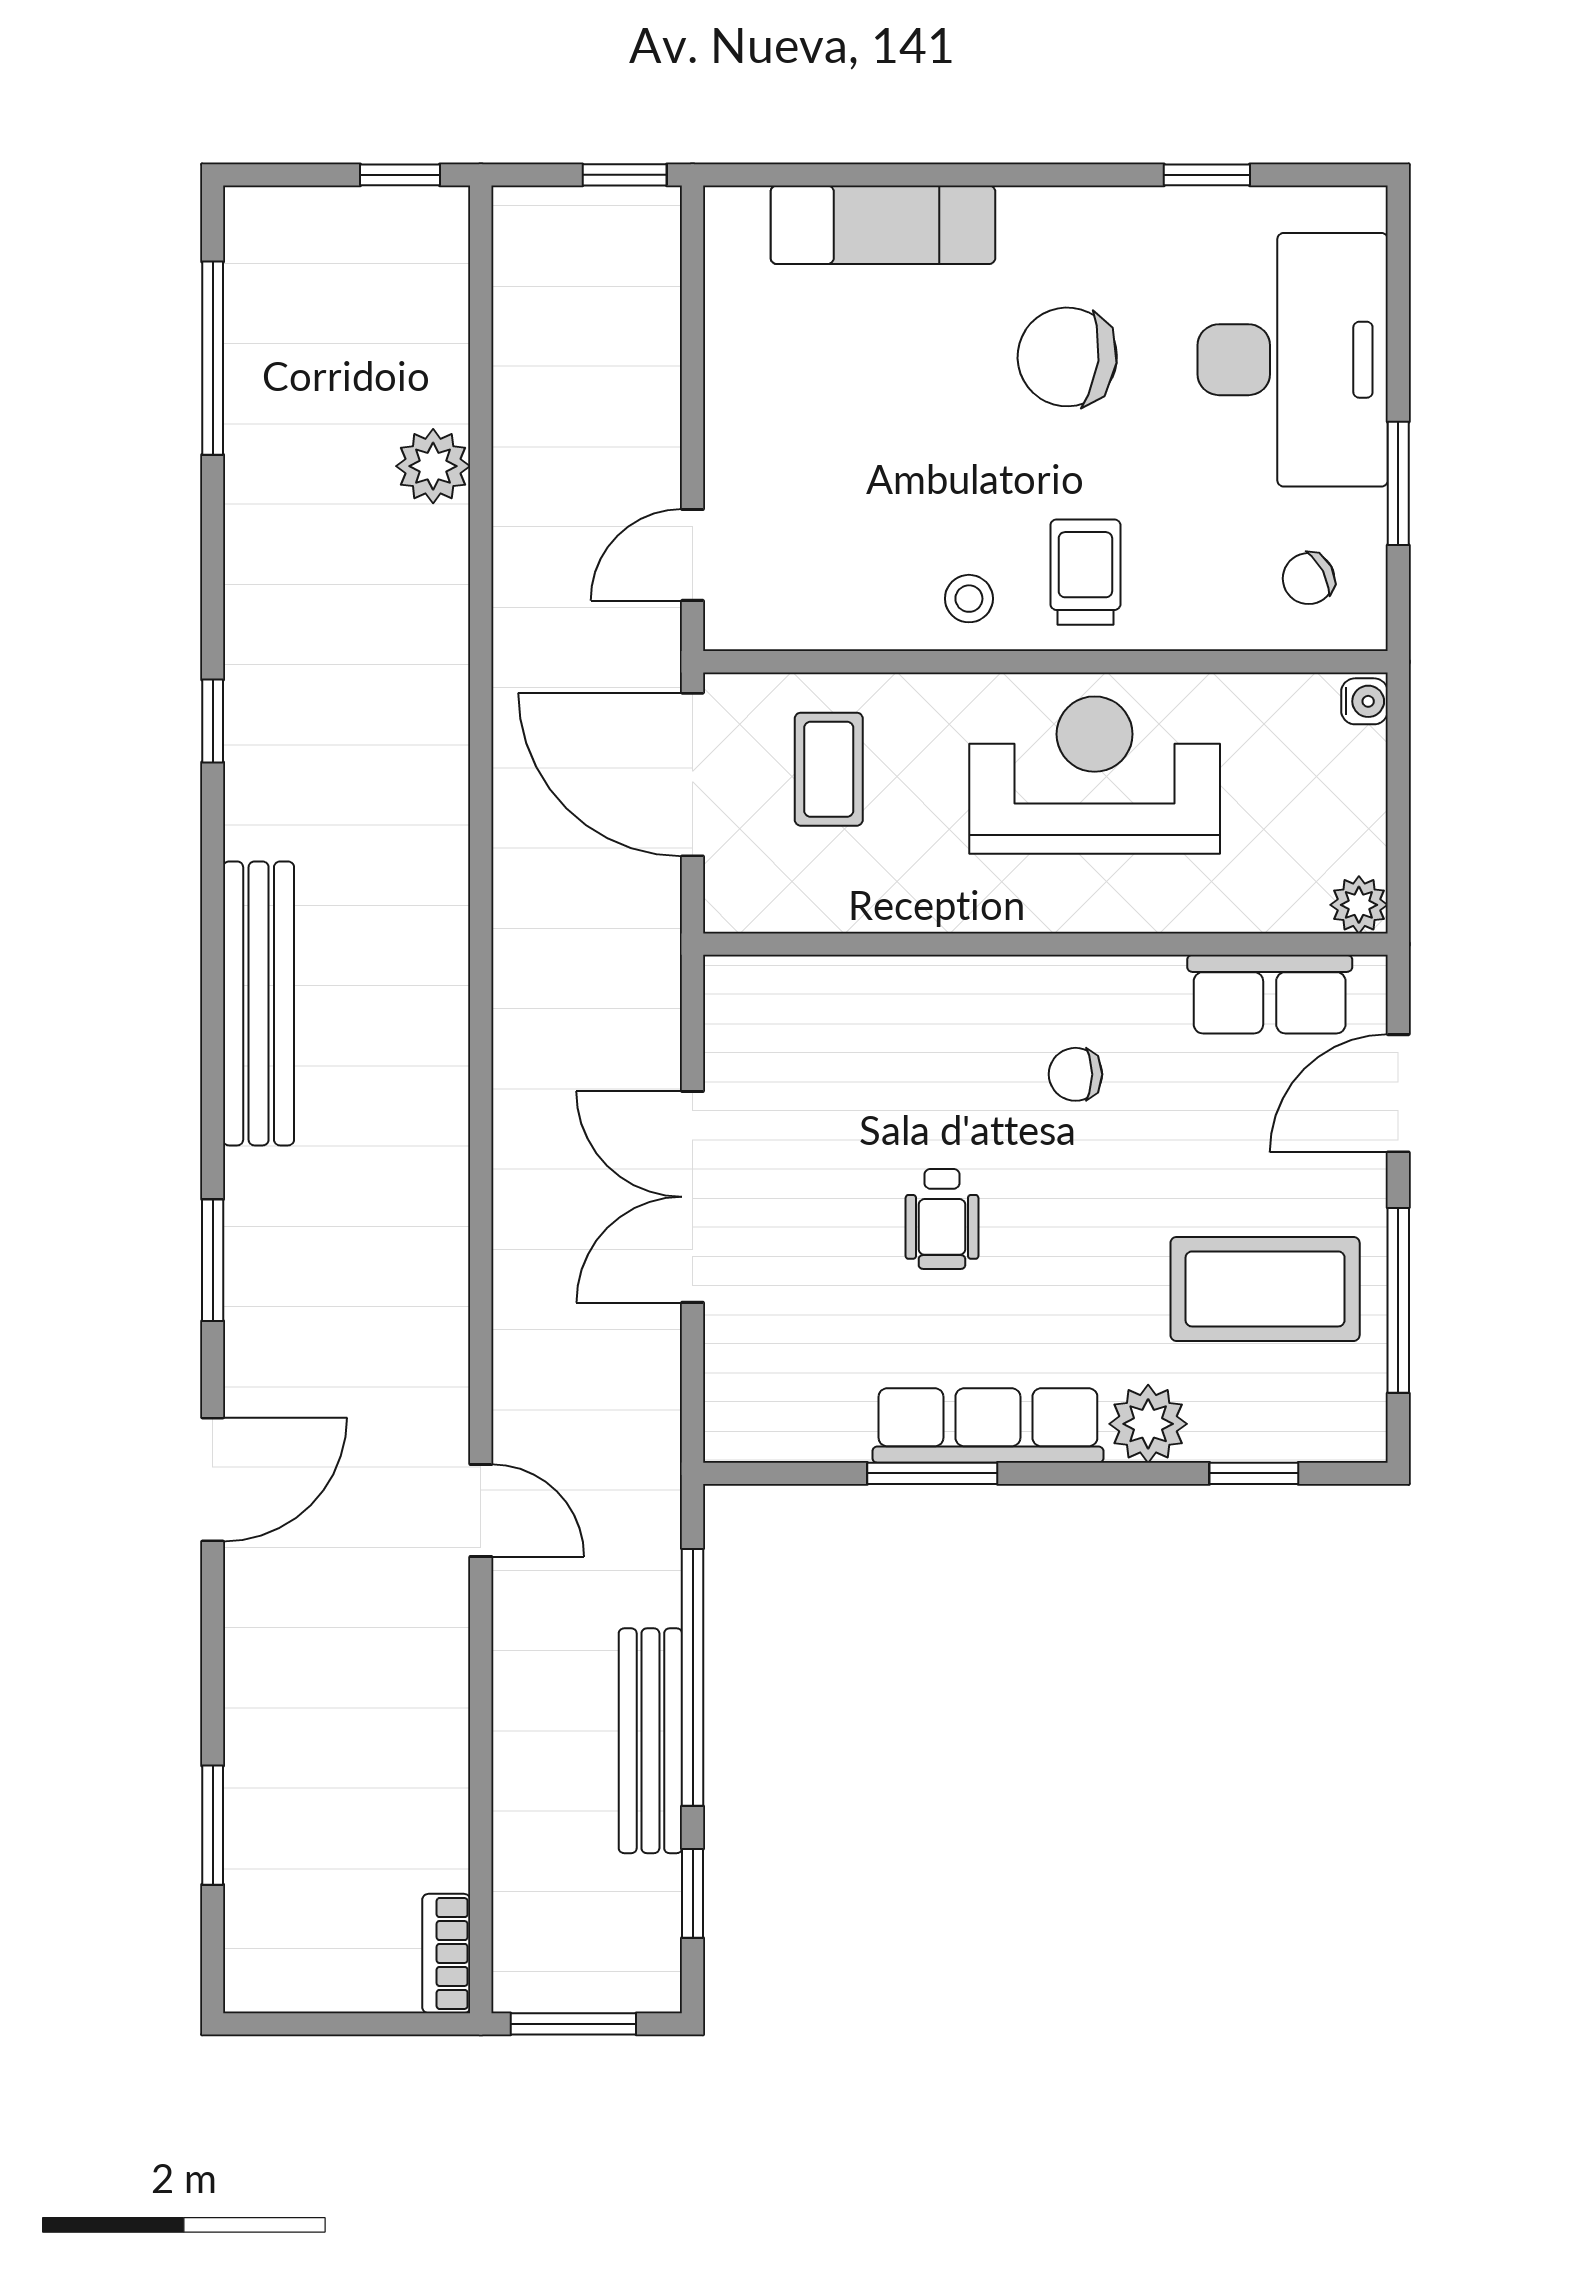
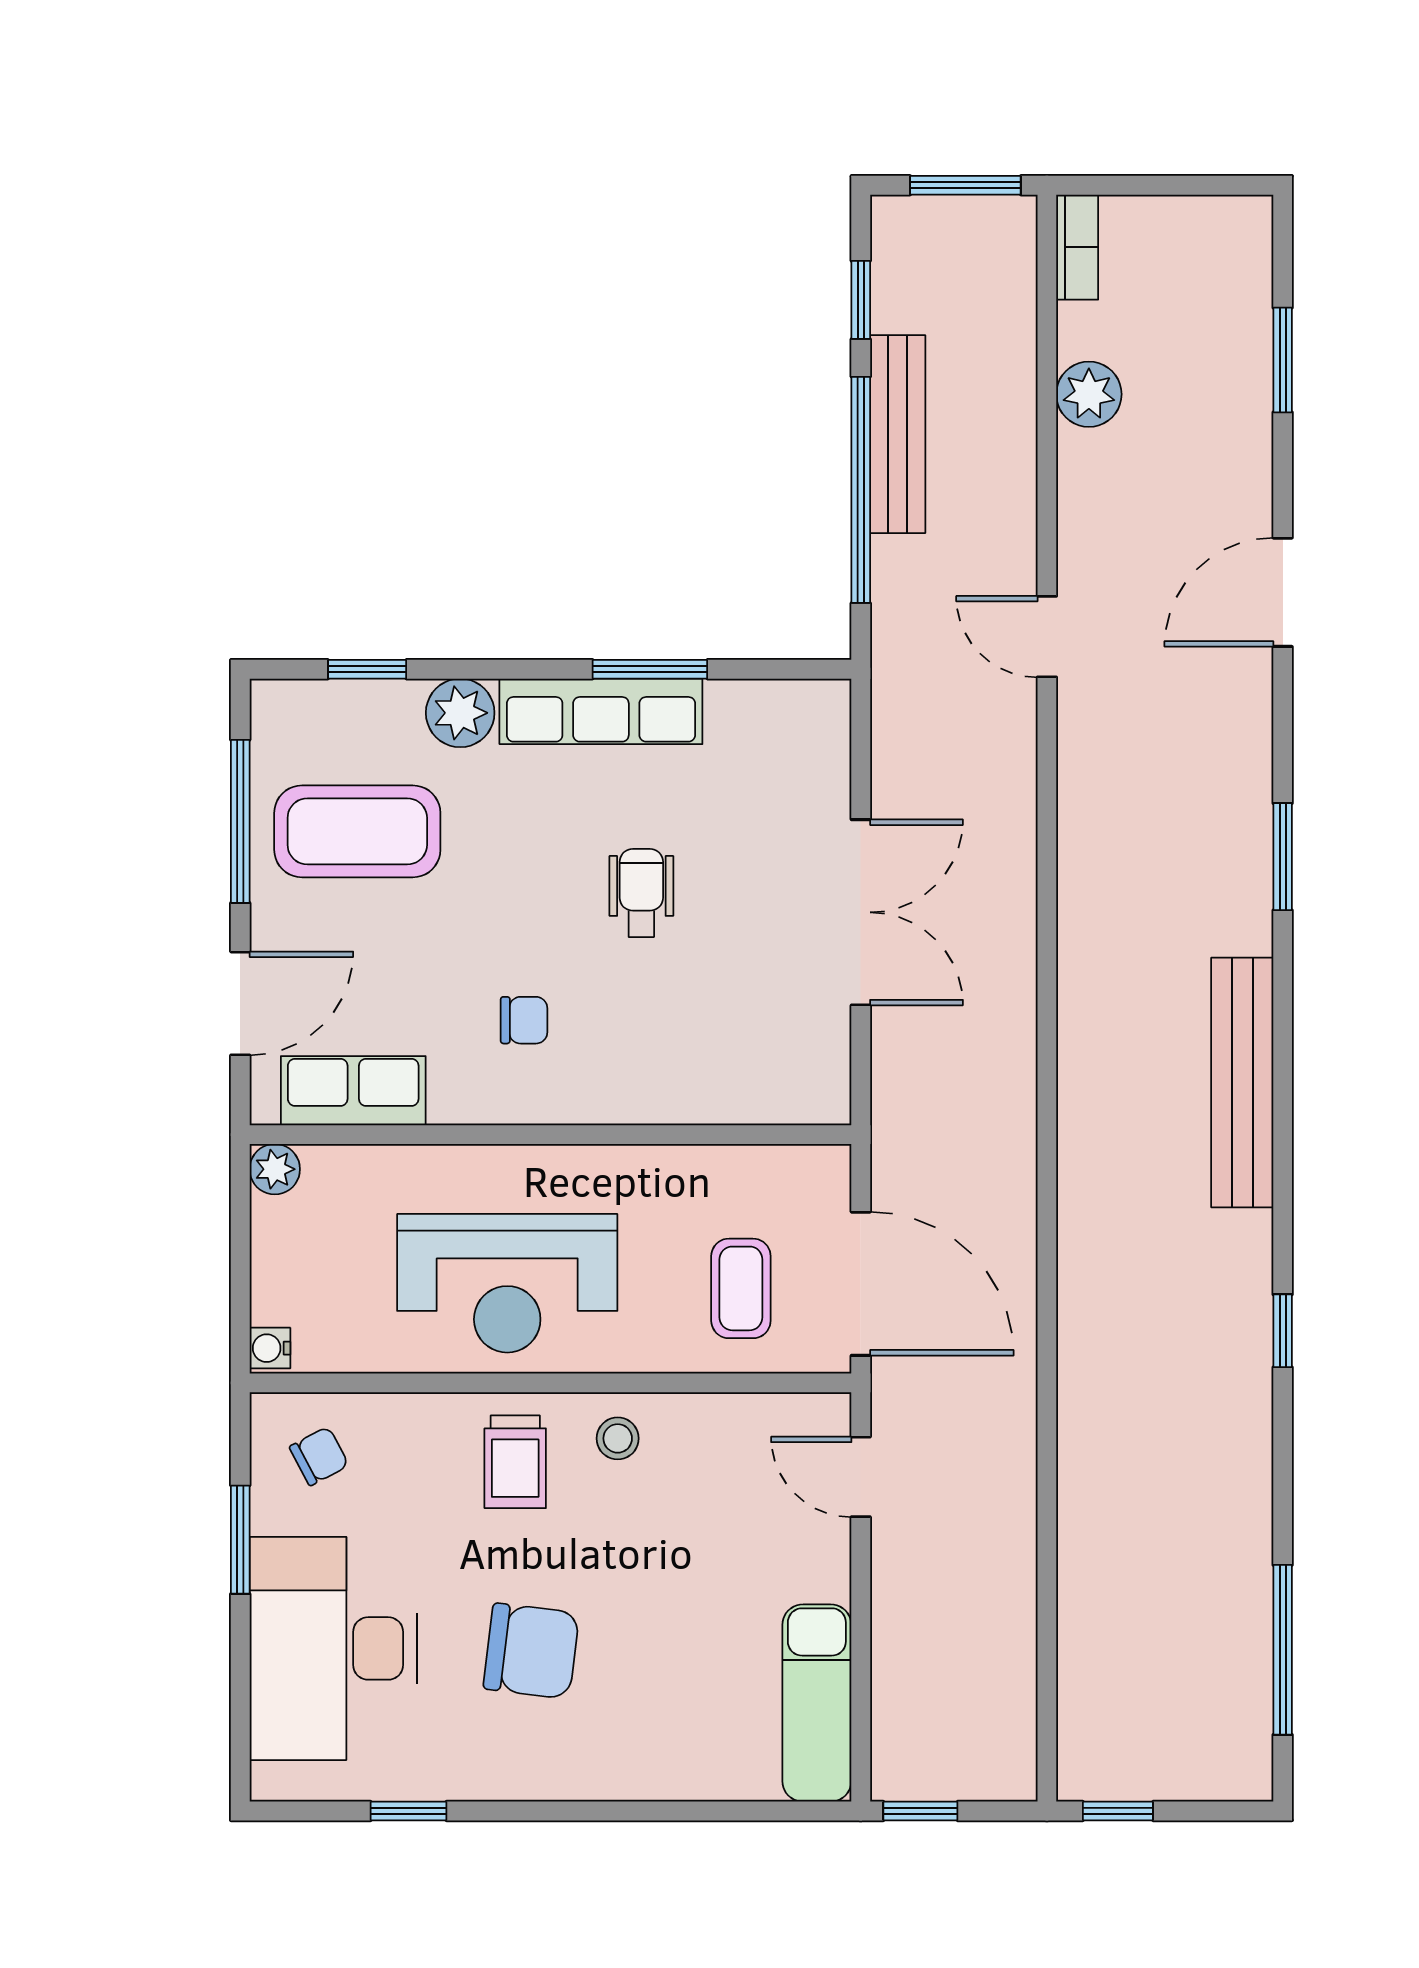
exam couch: (883, 225) -> (817, 1703), moved, turned -90
plant: (433, 466) -> (1089, 394), moved
door: (693, 555) -> (861, 1477), swing flipped
door: (213, 1480) -> (1283, 592), moved

